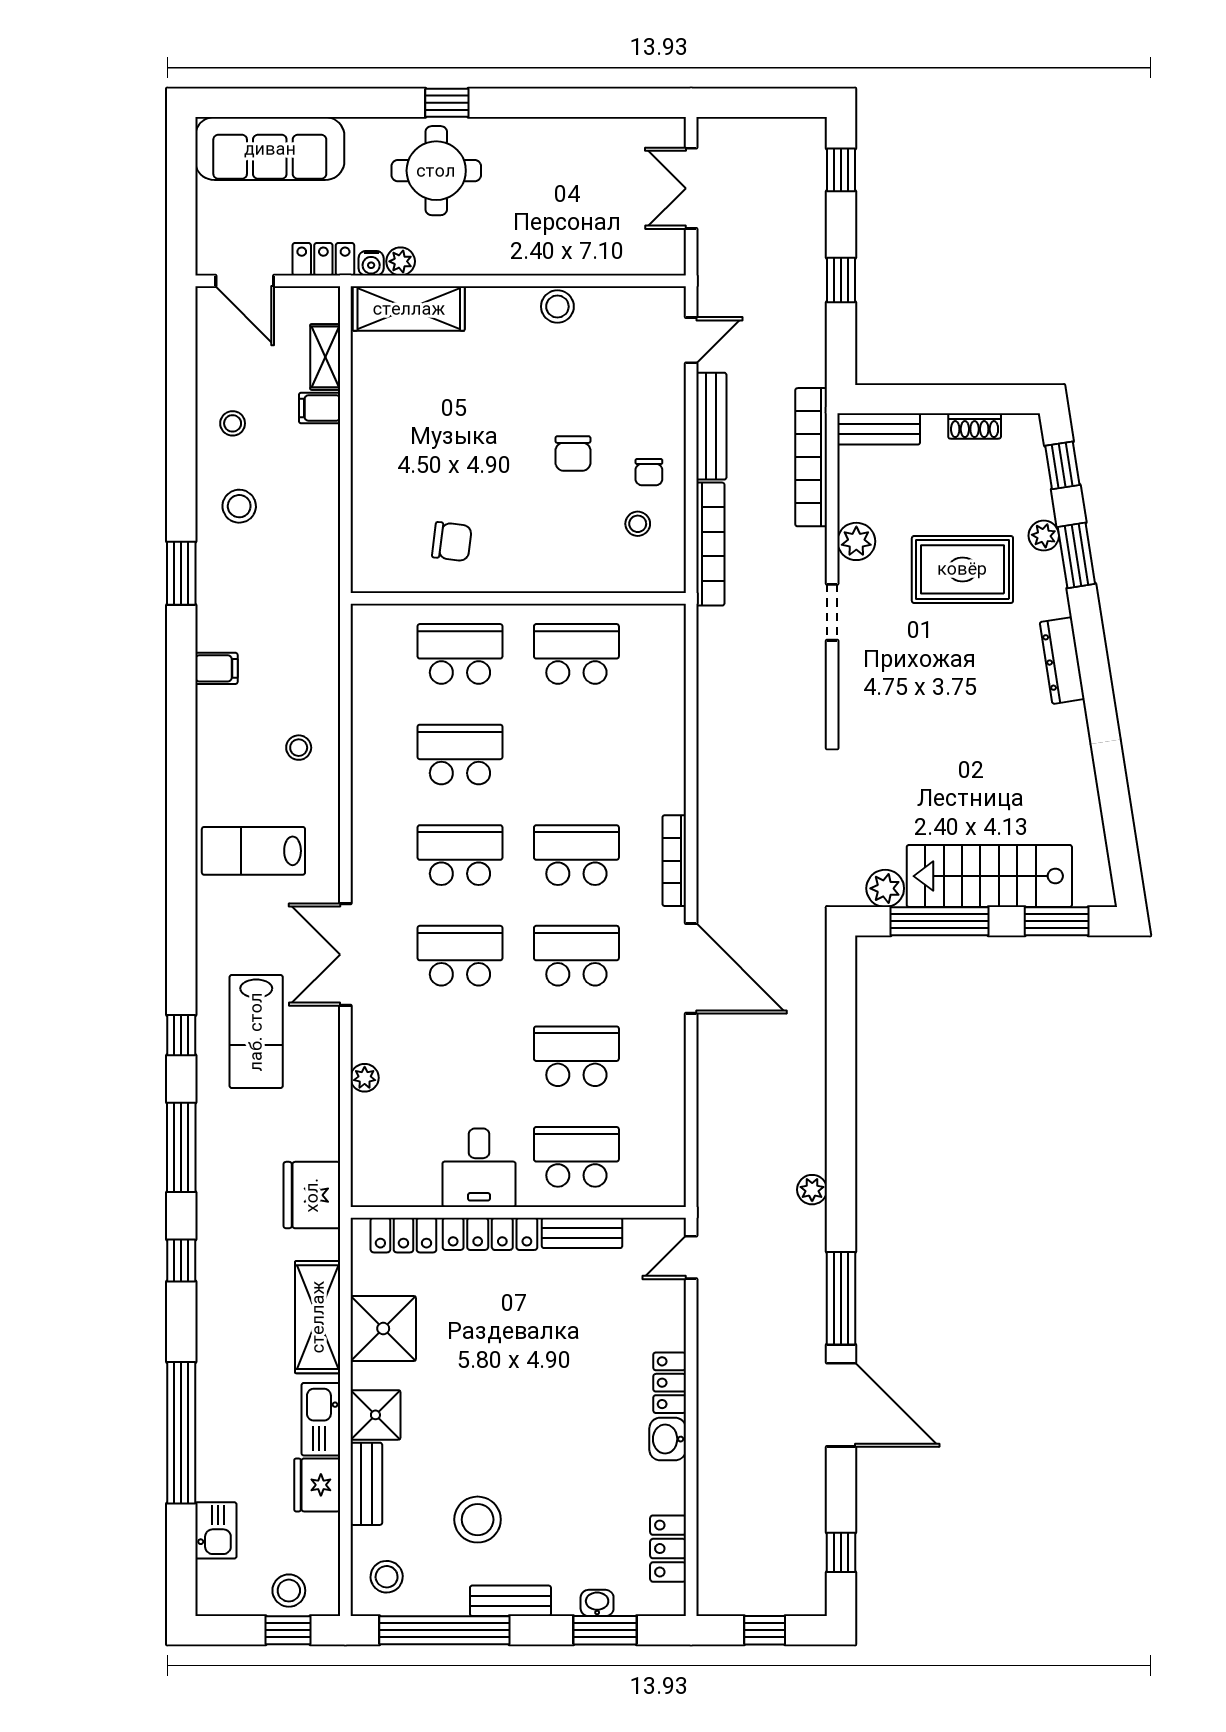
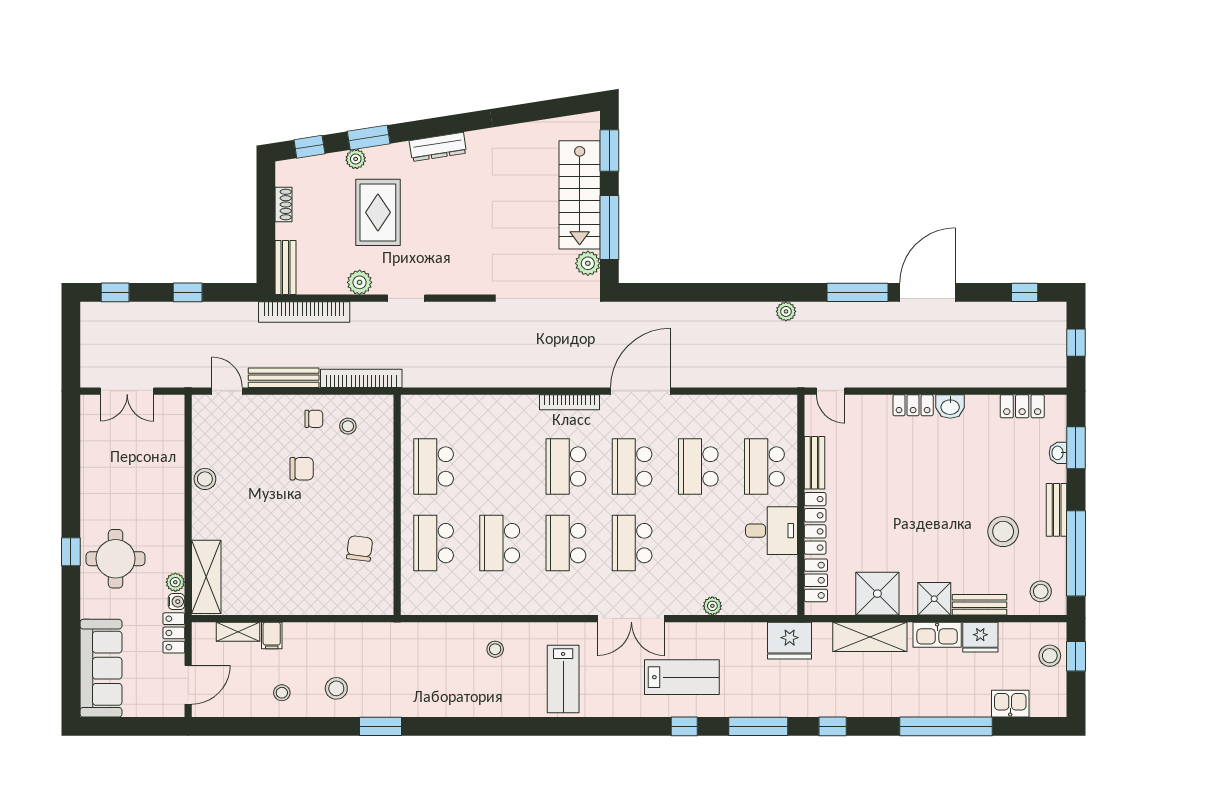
filing cabinet: (216, 668) -> (443, 703), removed

